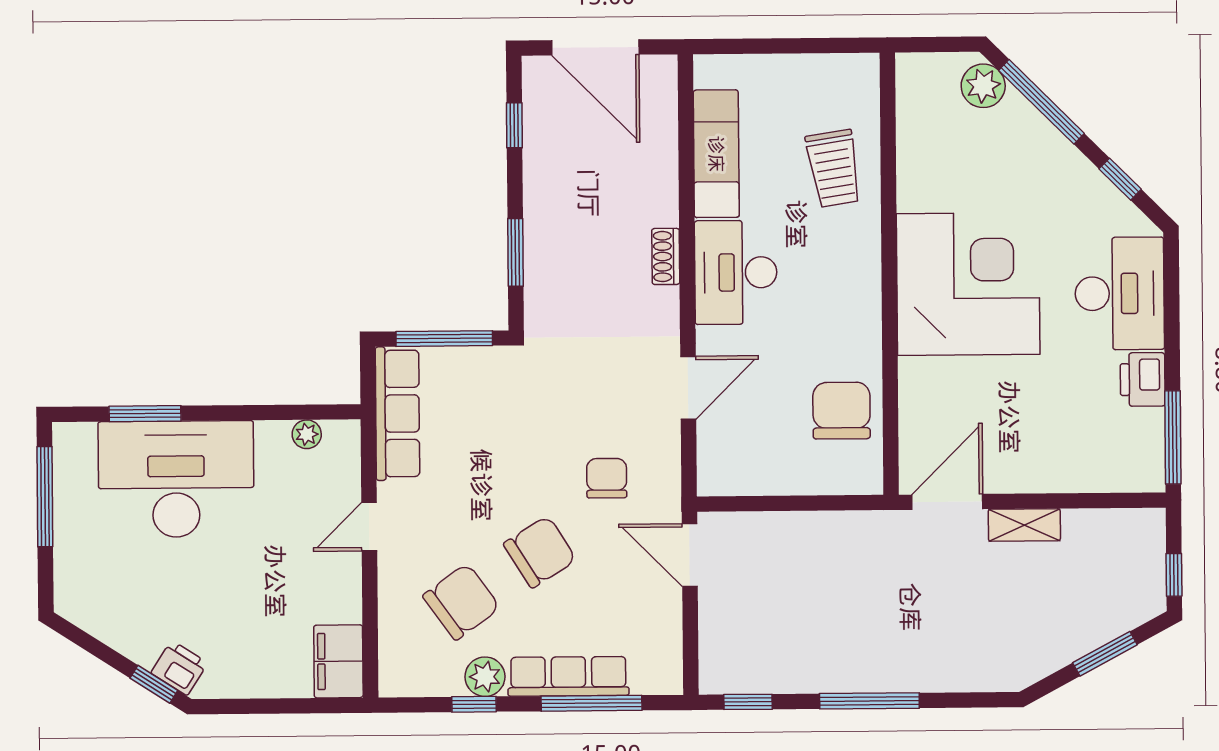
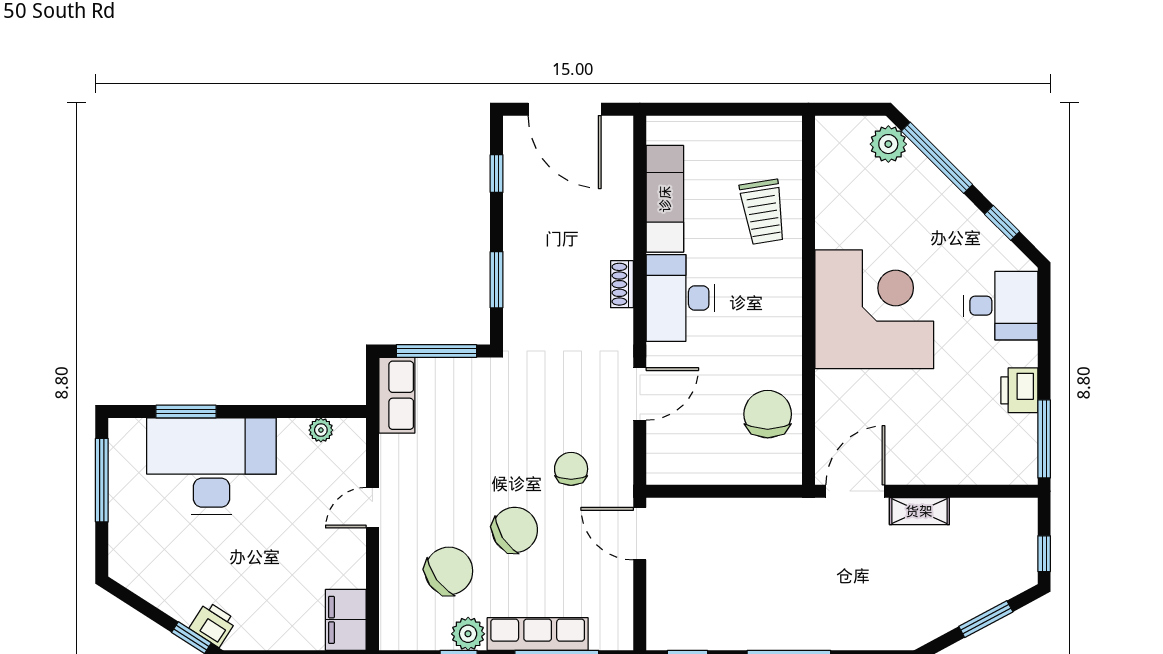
desk: (1120, 293) -> (1001, 306), width x0.73
row of seats: (397, 413) -> (397, 395), width x0.68

